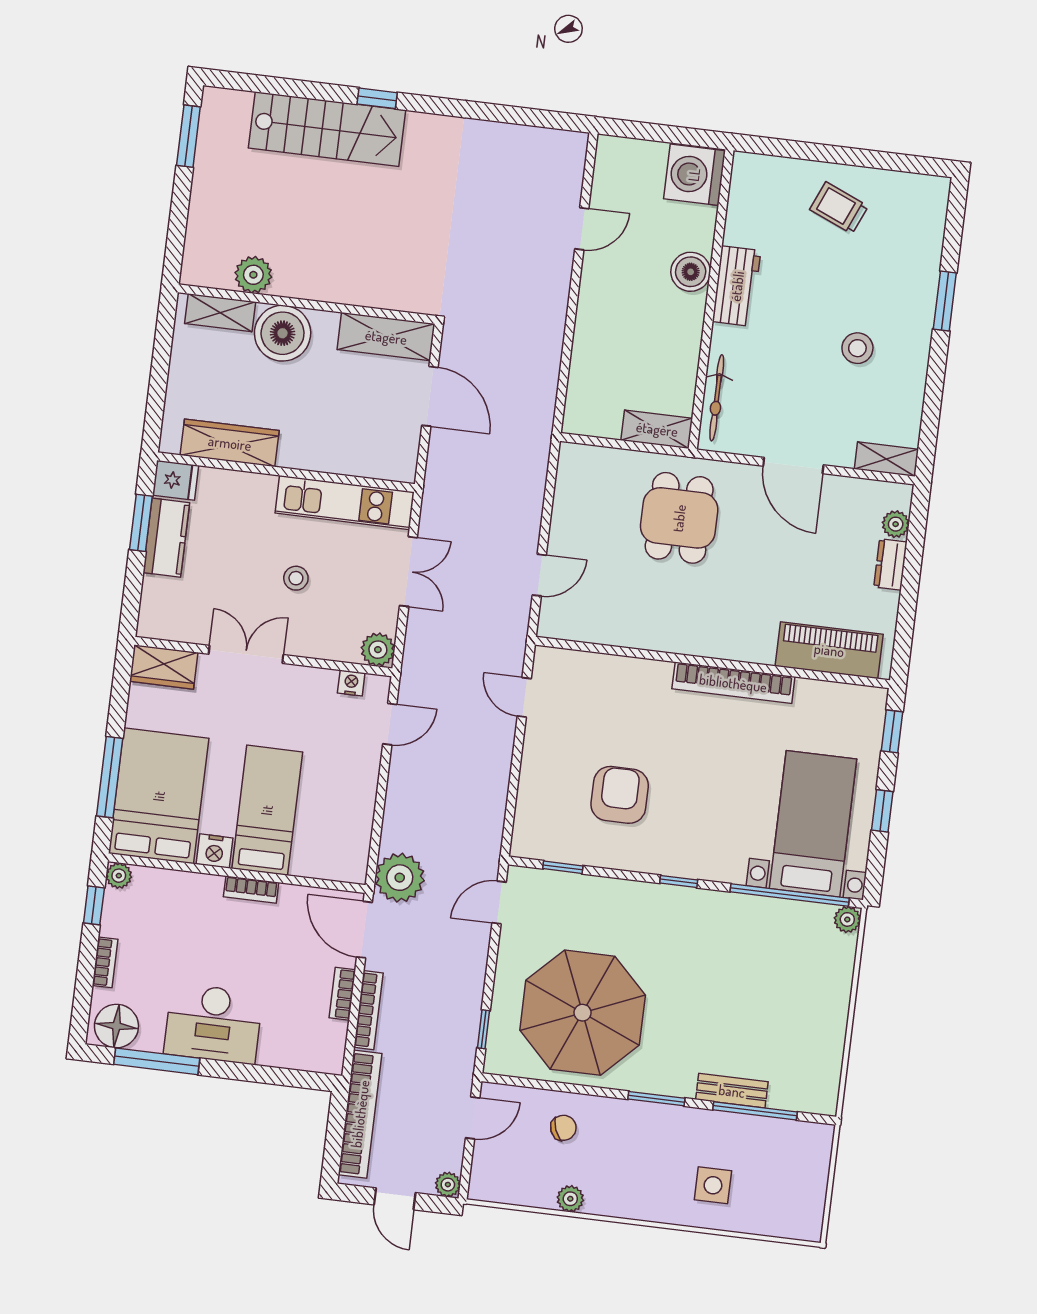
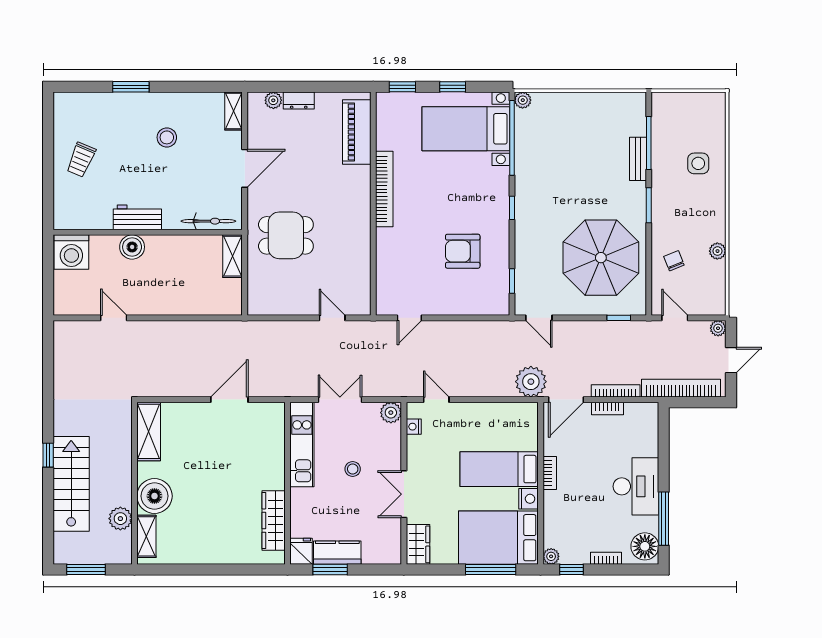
plant: (253, 275) -> (120, 519), moved
wall: (307, 304) -> (134, 483), moved
shelving: (220, 313) -> (146, 536), moved
boiler: (283, 333) -> (154, 496), moved
shelving: (386, 337) -> (149, 431), moved

